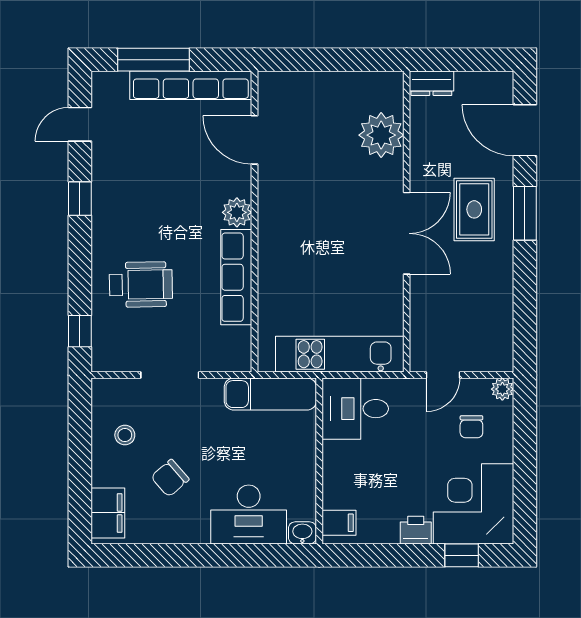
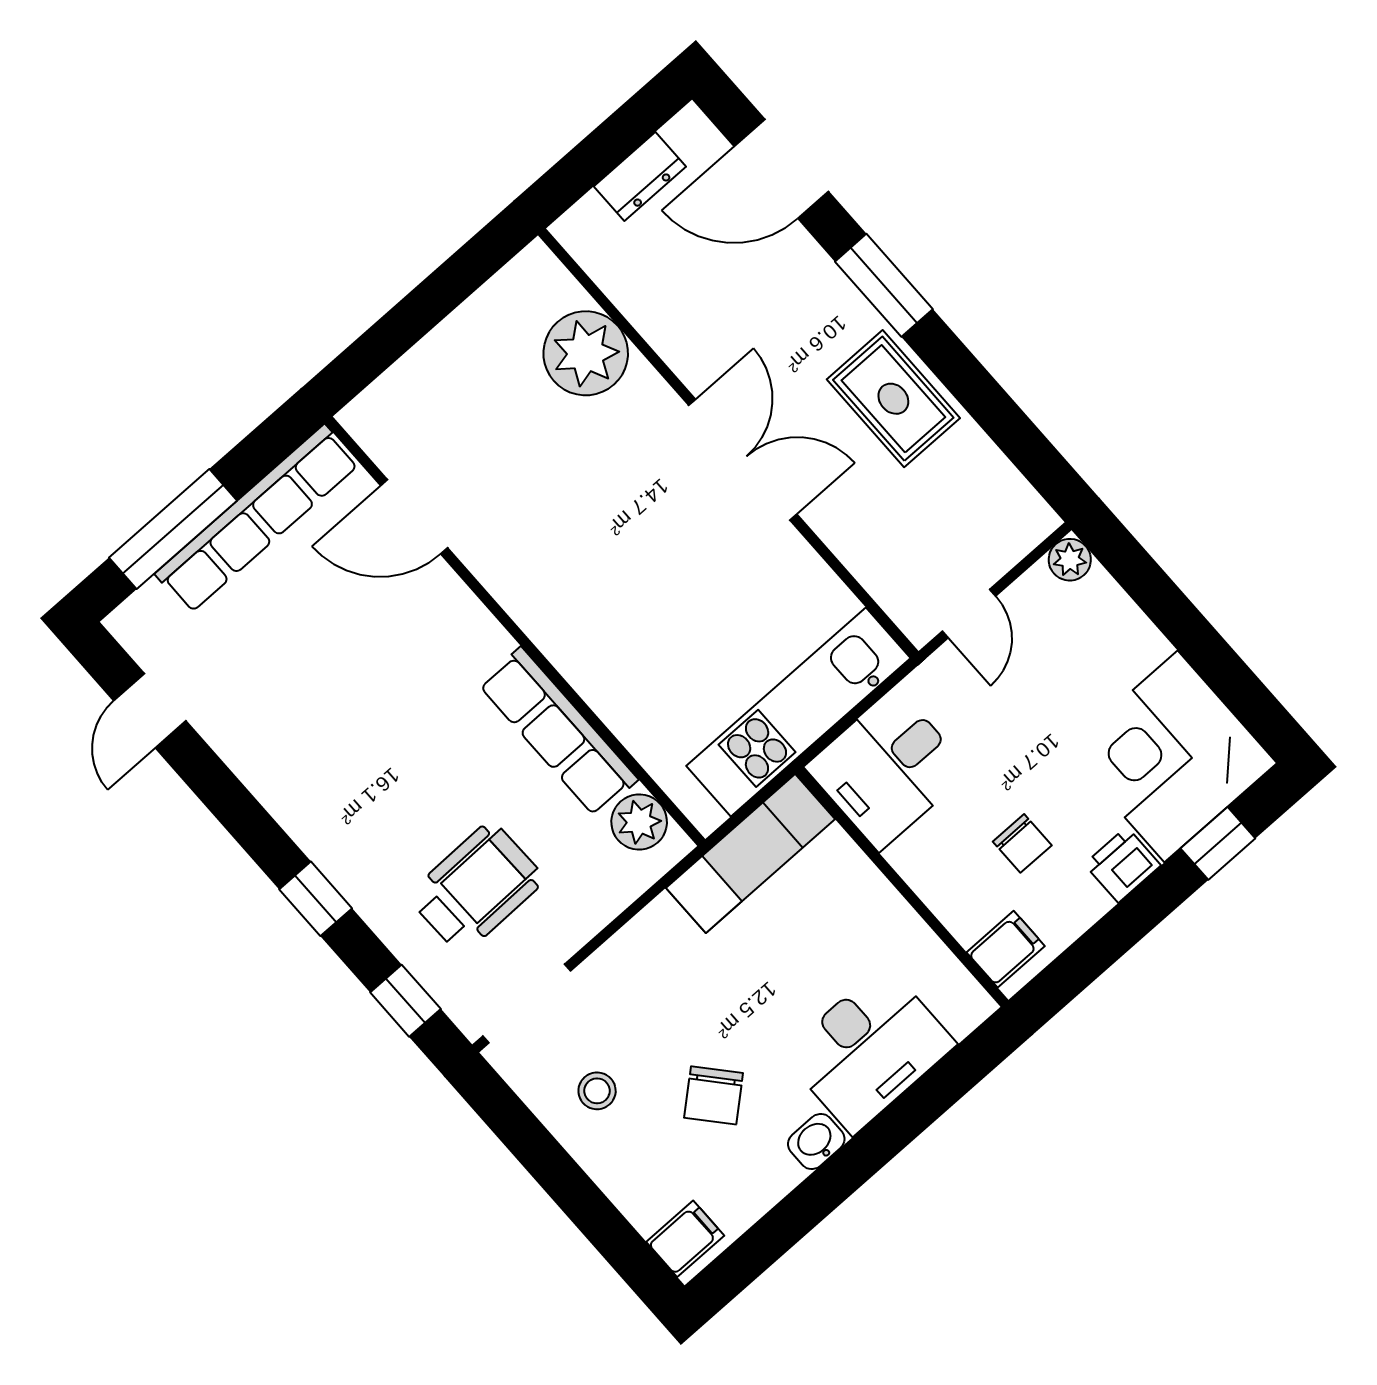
dresser: (431, 83) -> (640, 176), moved
window: (80, 199) -> (316, 899), moved
rug: (474, 209) -> (893, 399), moved
plant: (237, 212) -> (639, 822), moved
wheelchair: (141, 285) -> (476, 888), moved
doorway: (170, 375) -> (527, 1003), moved
chair: (471, 427) -> (1022, 843), moved
filing cabinet: (108, 513) -> (685, 1239), width x0.50
washbasin: (302, 533) -> (816, 1142), moved

